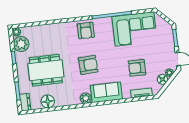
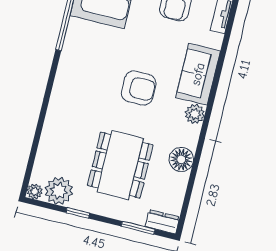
armchair: (86, 31) -> (77, 70), removed
armchair: (88, 65) -> (139, 88), turned 93
floor lamp: (48, 101) -> (181, 159), moved

